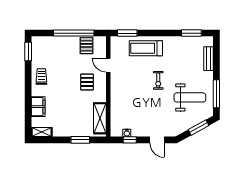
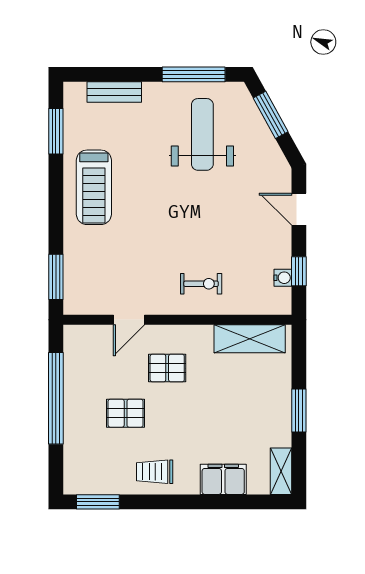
pallet: (86, 46) -> (126, 413), moved
treadmill: (146, 48) -> (94, 187), moved
exercise bike: (158, 80) -> (201, 284), moved
window: (80, 140) -> (299, 411), moved
door: (157, 140) -> (299, 209), swing flipped

